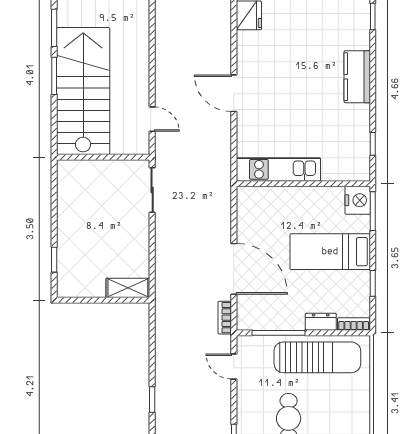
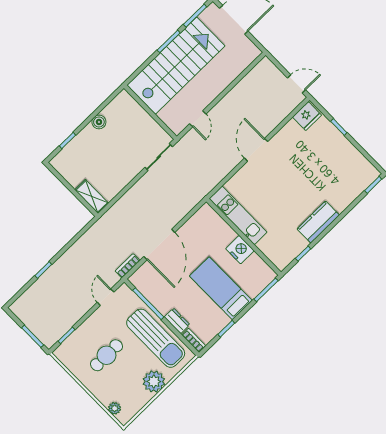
kitchen counter: (357, 77) -> (318, 222), moved
nightstand: (358, 200) -> (240, 250), moved, turned -90
boiler: (65, 214) -> (99, 122), added
plant: (356, 398) -> (154, 381), added

